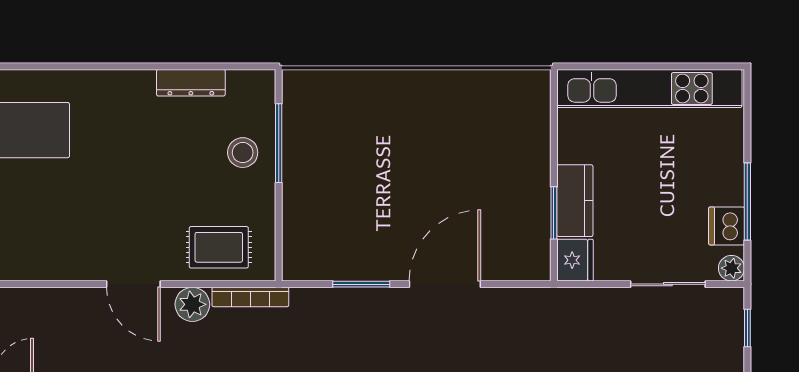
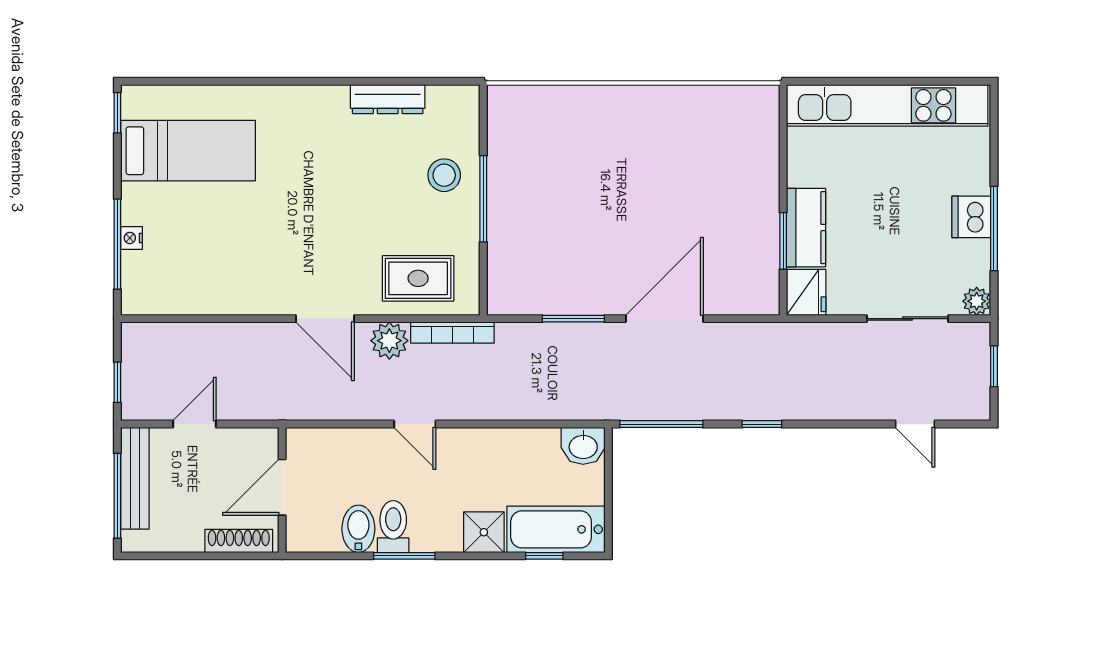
window: (279, 143) -> (483, 199), moved
dishwasher: (727, 226) -> (971, 217), moved

